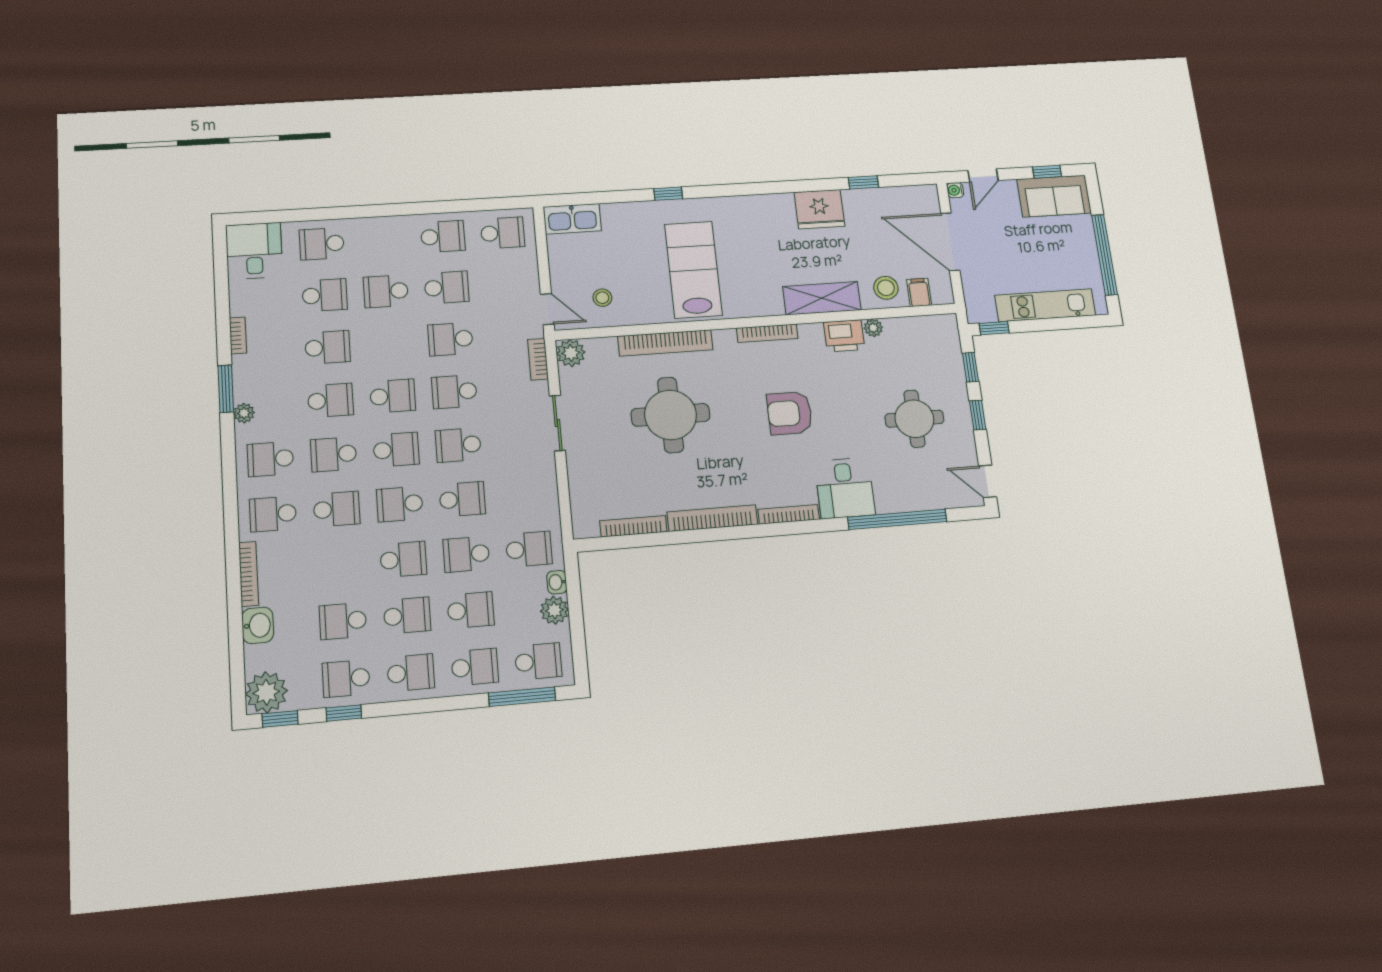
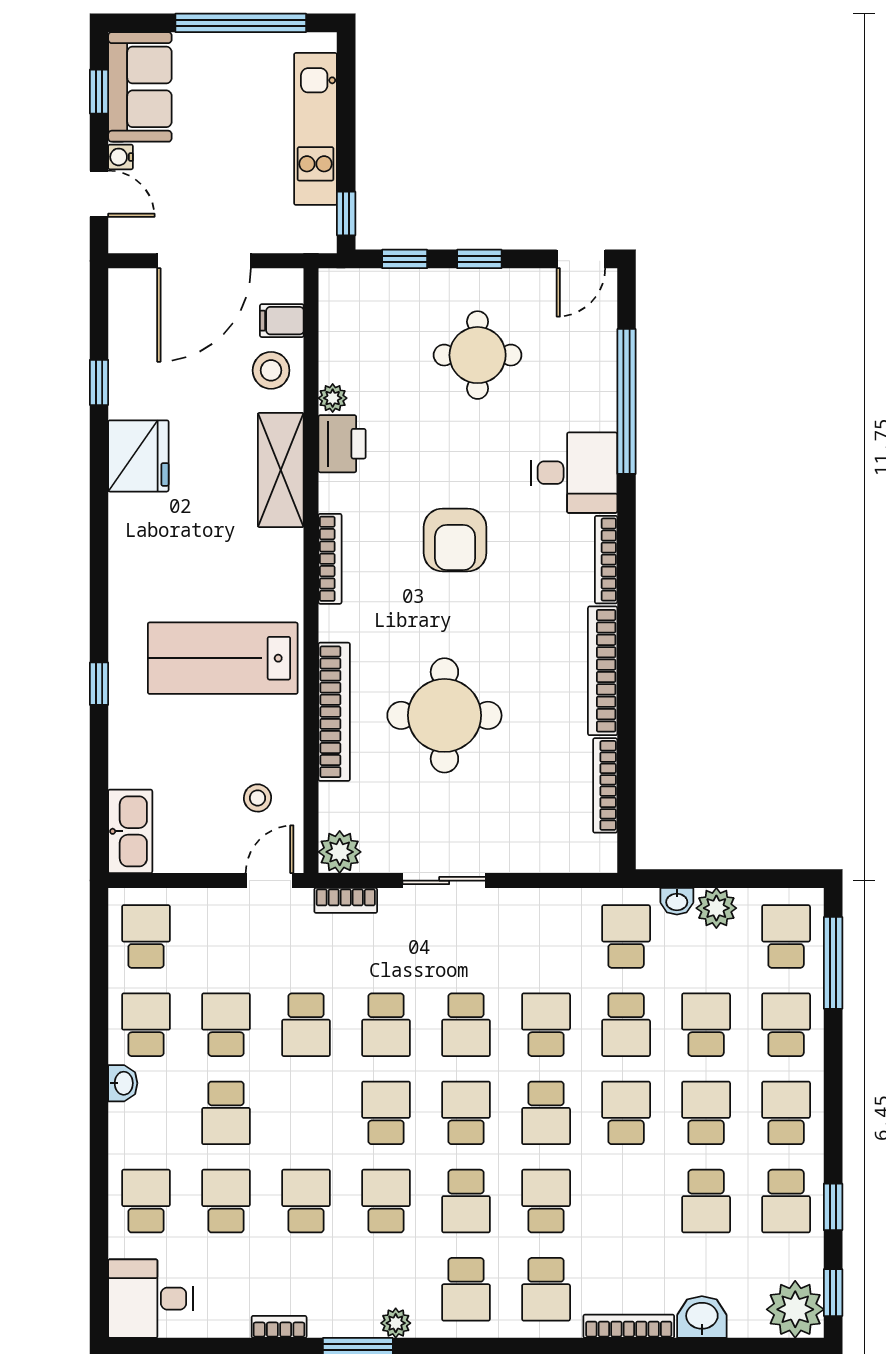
water cooler: (955, 190) -> (121, 157), moved, turned 90
washbasin: (402, 224) -> (123, 1083), added
school desk: (322, 244) -> (146, 1201), turned 180

